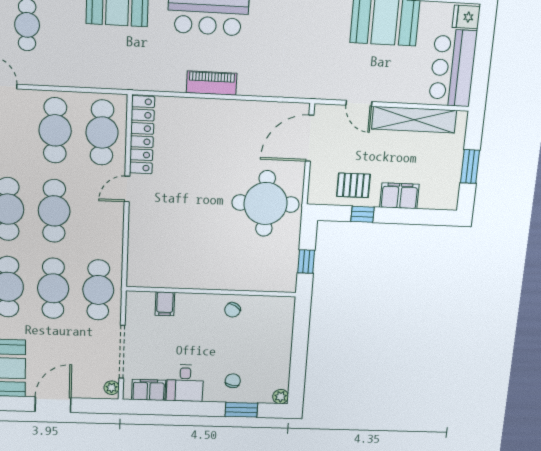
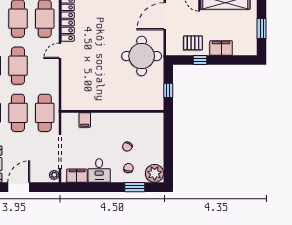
chair: (233, 310) -> (127, 147), moved
plant: (281, 397) -> (155, 173), width x1.88, depth x1.88

